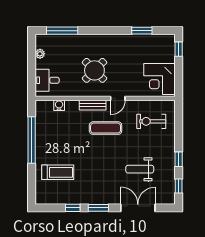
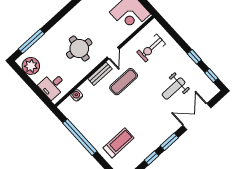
plant: (40, 54) -> (31, 66), width x1.87, depth x1.87
round table: (94, 70) -> (79, 49), turned -37

